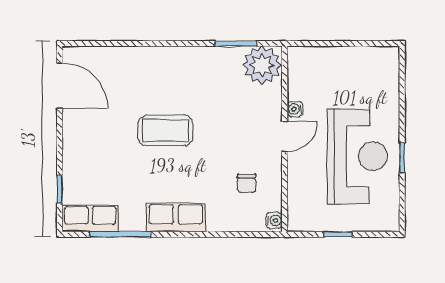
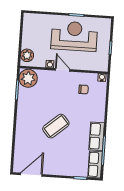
plant: (310, 60) -> (27, 55), added
coffee table: (165, 130) -> (56, 126), turned 49
row of seats: (176, 218) -> (97, 136), moved

